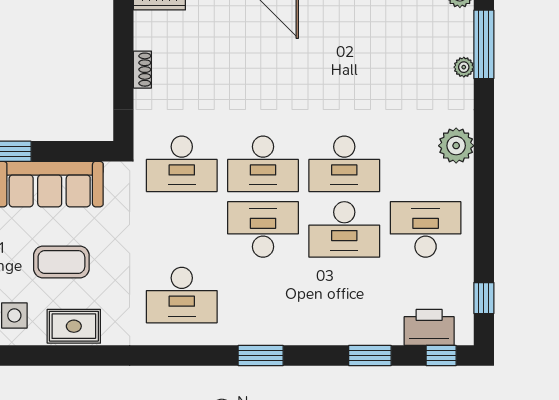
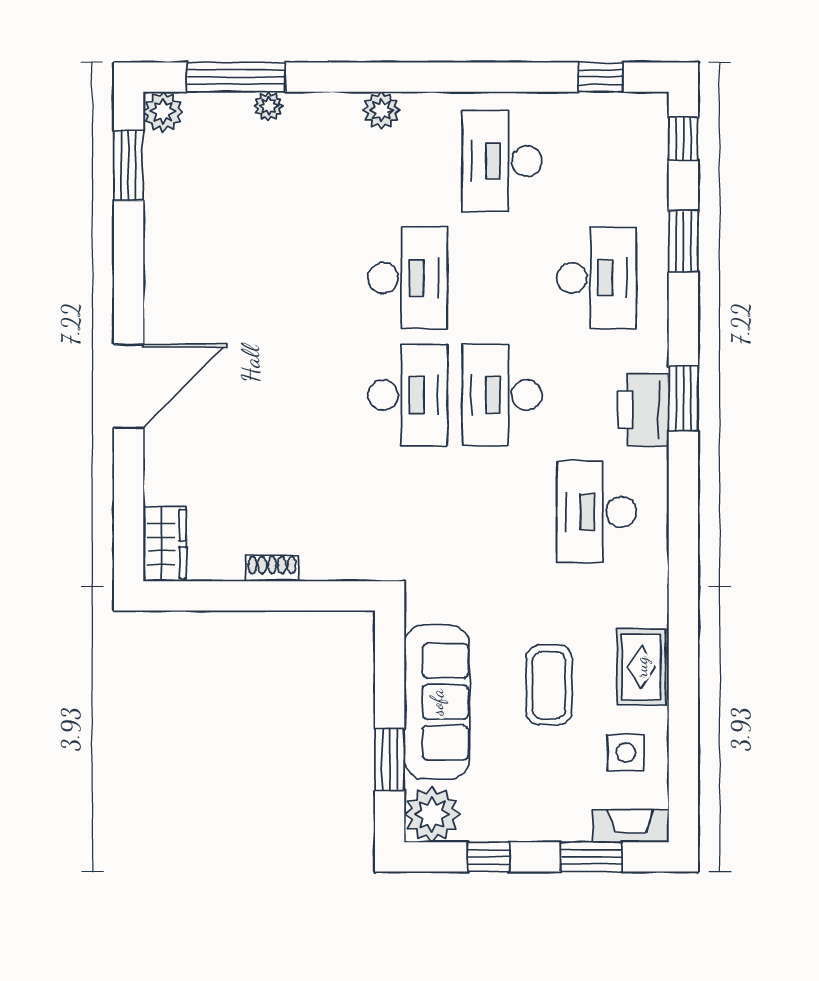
plant: (456, 146) -> (381, 110), width x0.73, depth x0.73
desk: (182, 164) -> (408, 512), removed
desk: (344, 229) -> (596, 278), moved
desk: (182, 295) -> (596, 512), turned 180
printer: (429, 327) -> (643, 410), moved

